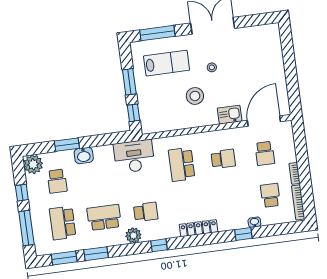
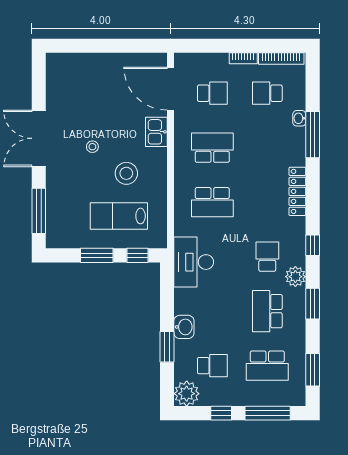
lab bench: (167, 63) -> (119, 216), moved, turned -90
school desk: (223, 159) -> (212, 148), width x1.85
window: (243, 234) -> (313, 135), width x2.17
window: (96, 254) -> (313, 304), moved

